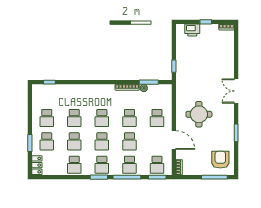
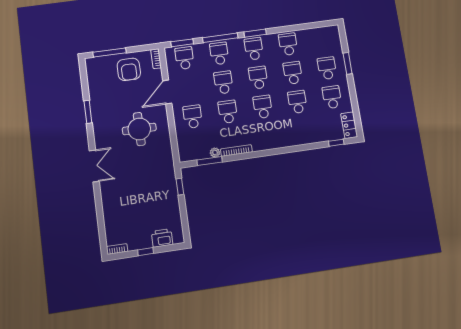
door: (174, 140) -> (167, 92), hinge flipped
armchair: (220, 160) -> (129, 69), moved
locker: (37, 165) -> (349, 125), moved

